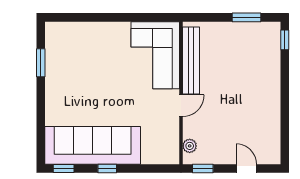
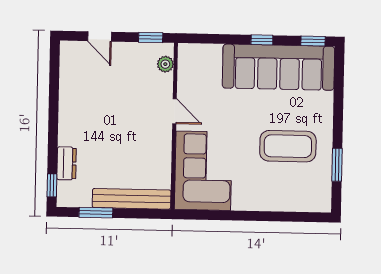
dresser: (273, 59) -> (67, 163), added
bench: (191, 61) -> (132, 199), moved, turned 90
coffee table: (83, 78) -> (288, 146), added
door: (181, 106) -> (174, 111), swing flipped

